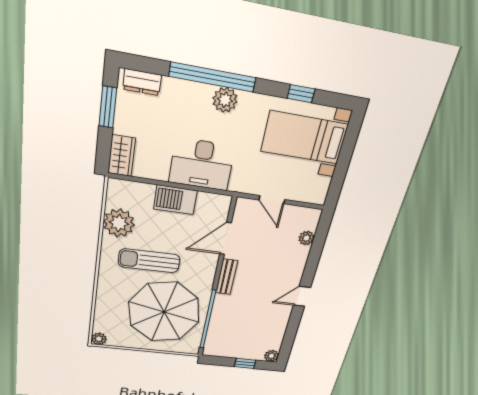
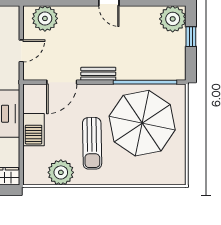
door: (226, 238) -> (62, 82), hinge flipped
plant: (306, 238) -> (45, 18), width x1.87, depth x1.87
plant: (99, 339) -> (179, 178), removed
plant: (271, 356) -> (173, 19), width x1.87, depth x1.87

